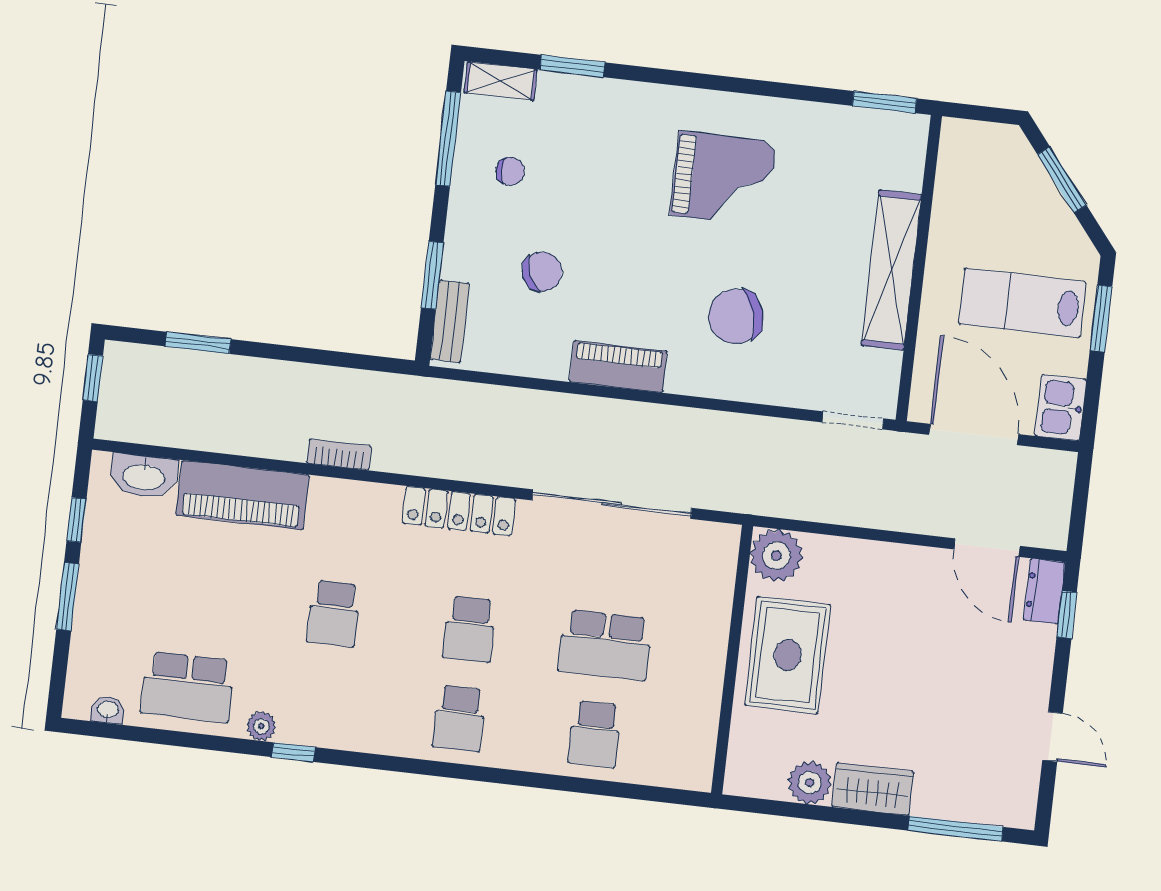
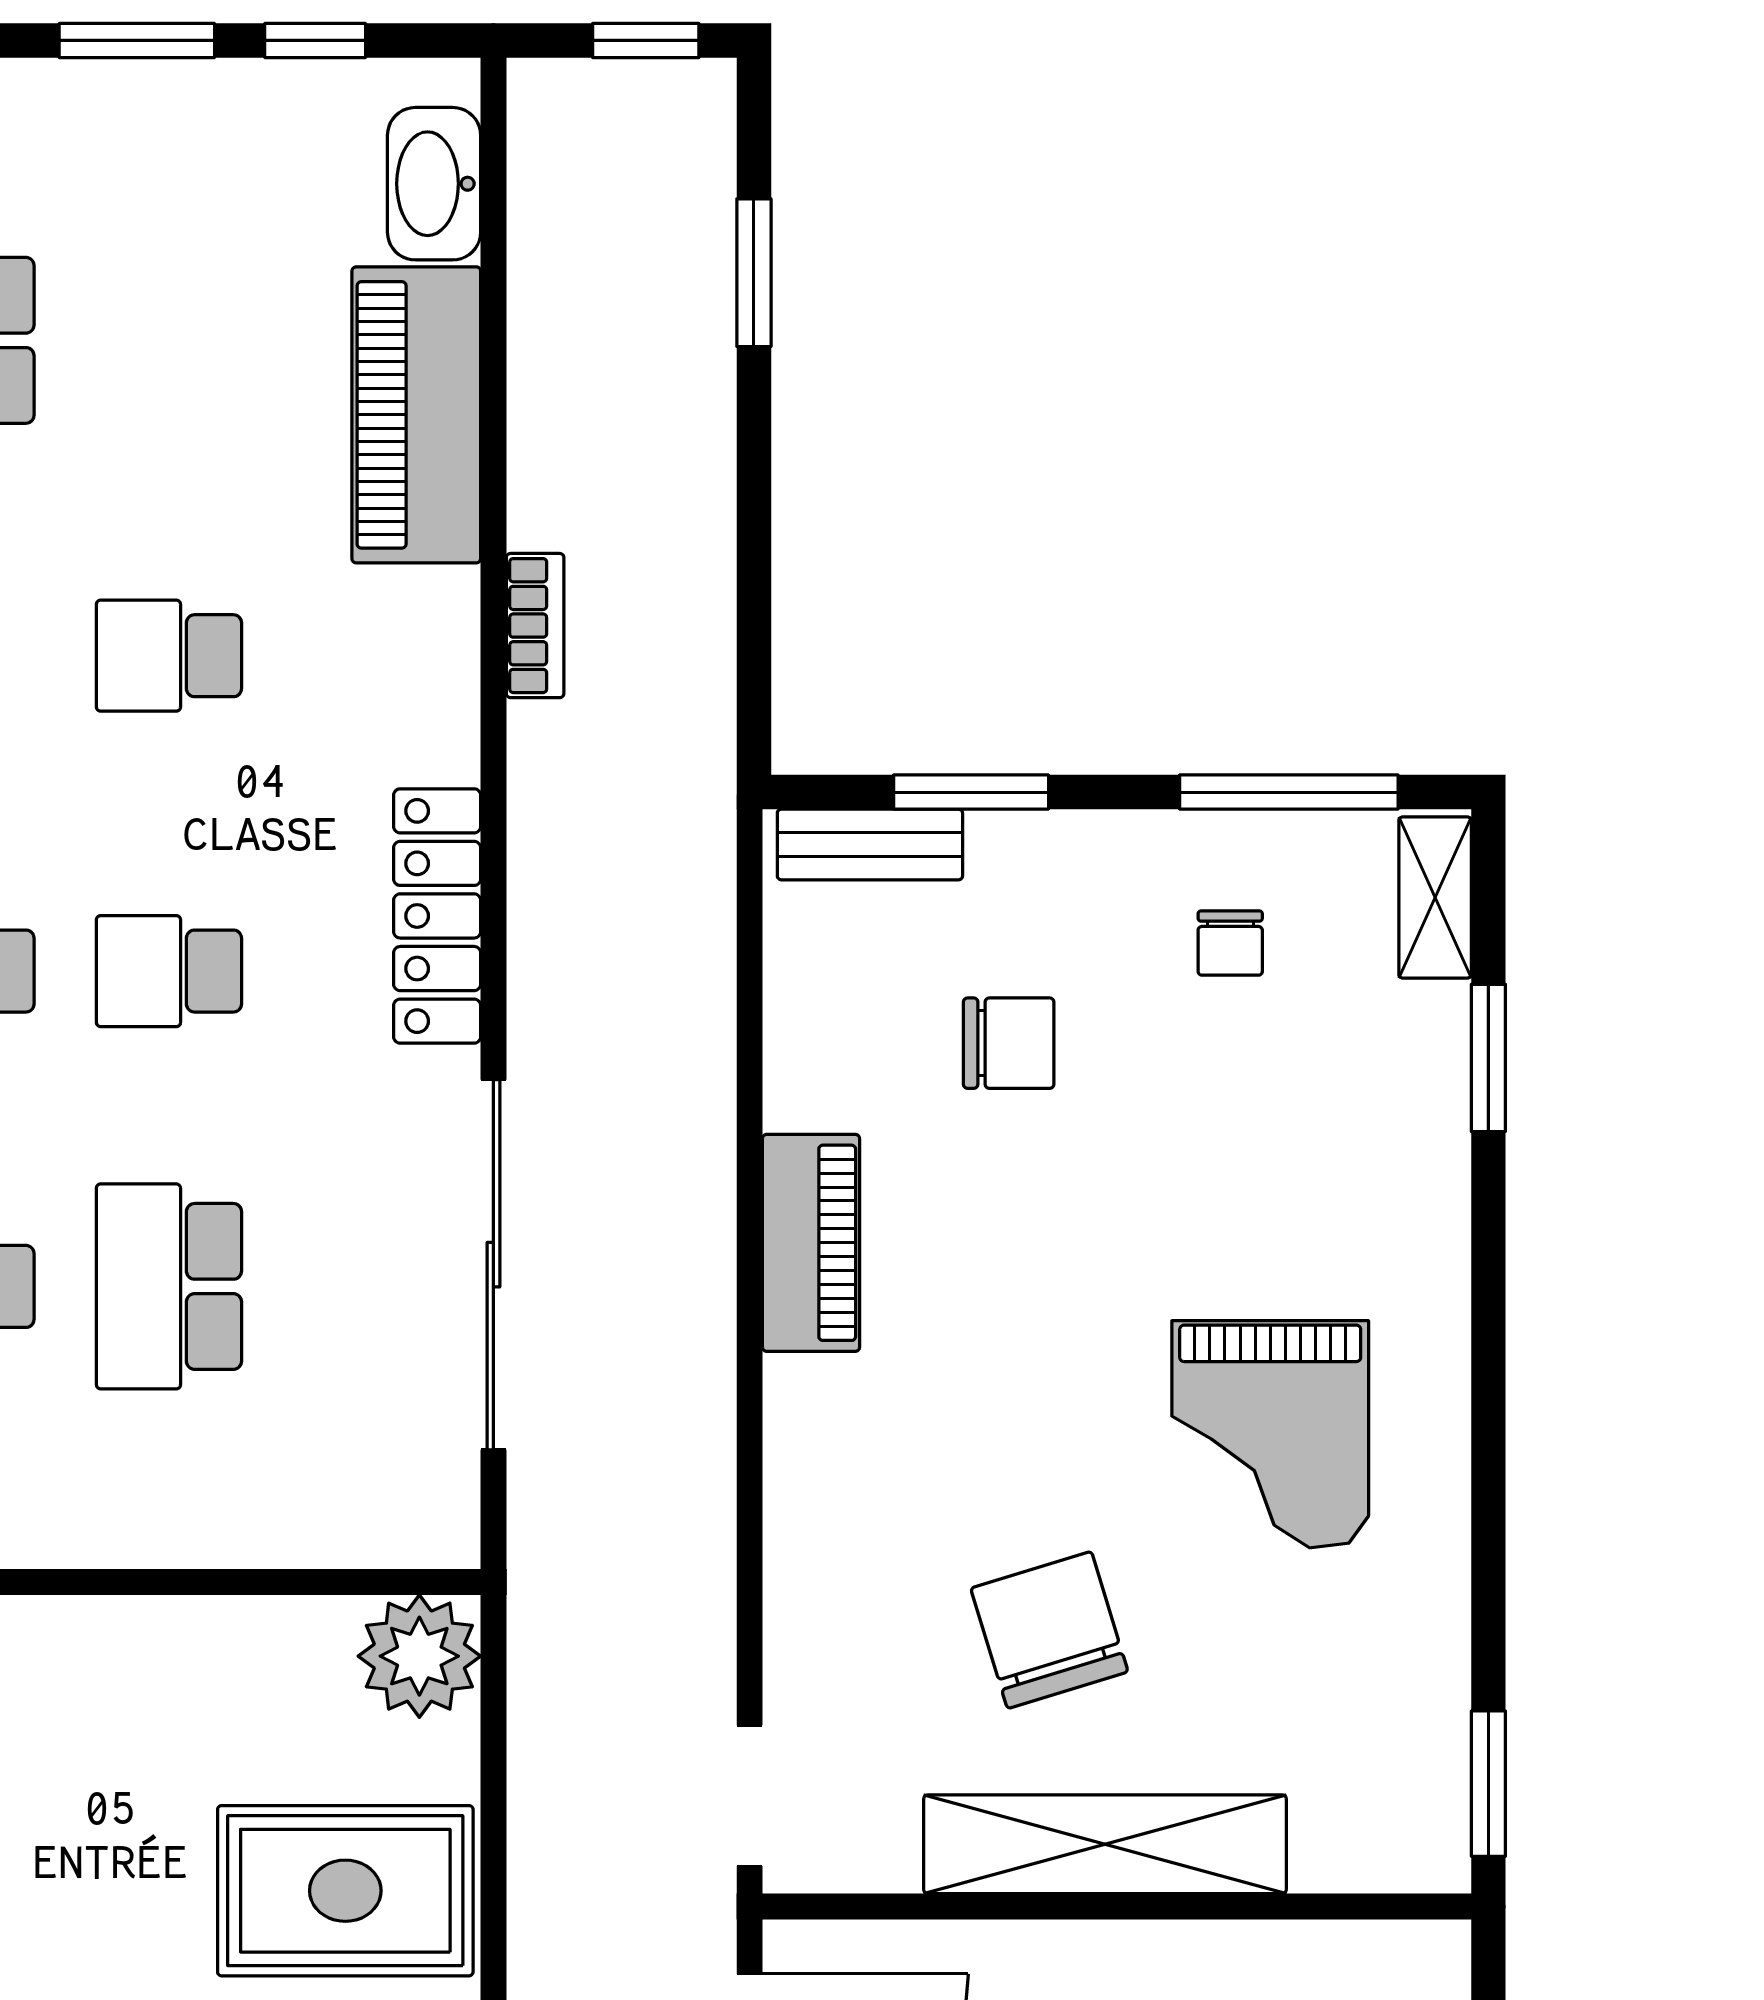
chair: (542, 272) -> (1009, 1043), turned -67
chair: (736, 316) -> (1049, 1630), moved
rug: (788, 655) -> (345, 1891), moved

